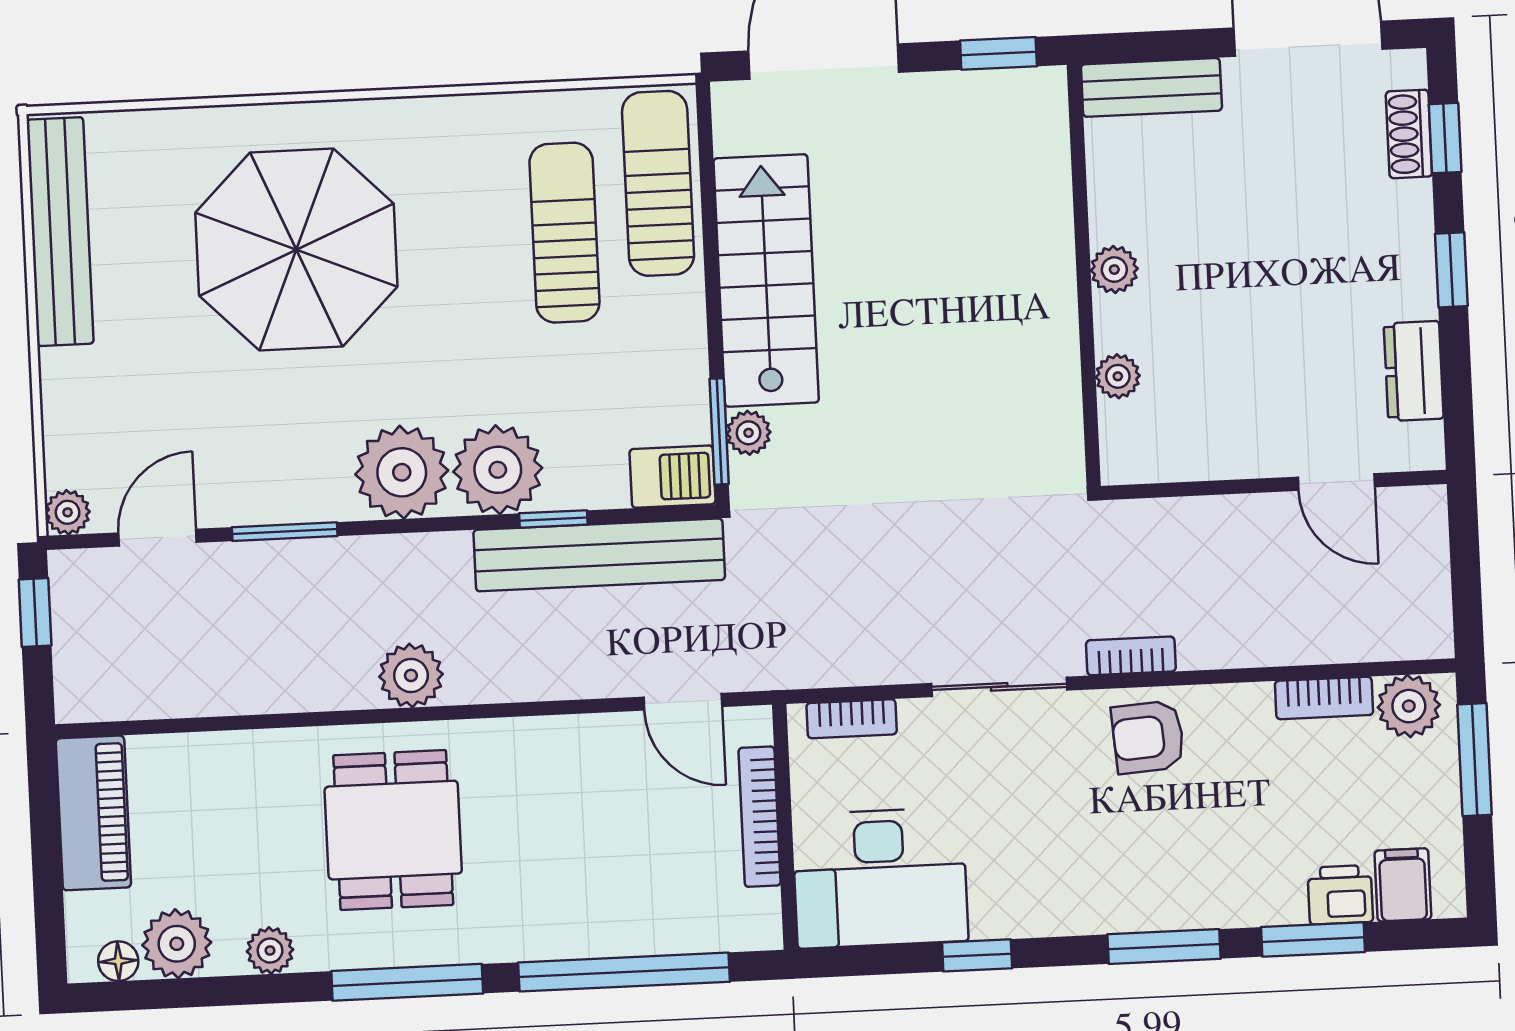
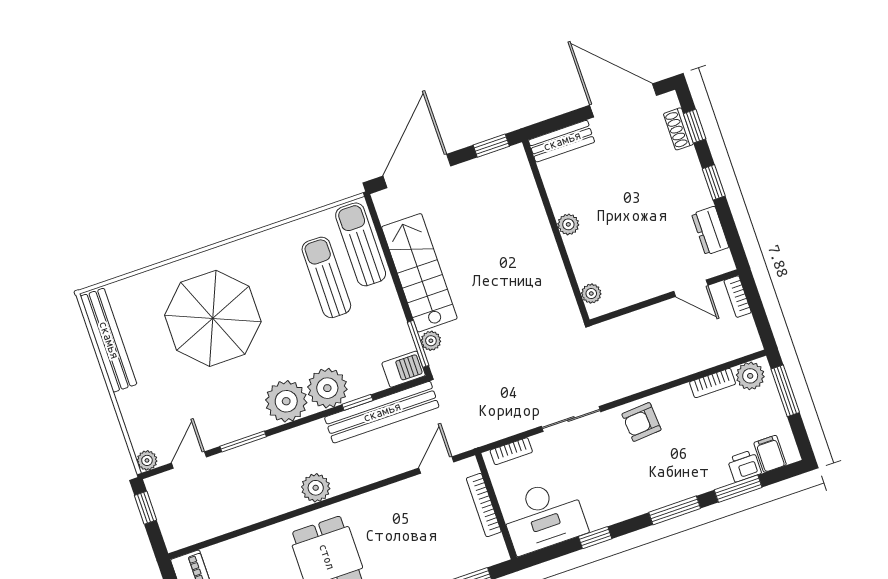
plant: (1118, 376) -> (591, 294), moved
bookcase: (1131, 656) -> (738, 297), moved, turned -90
door: (683, 702) -> (436, 465), swing flipped

